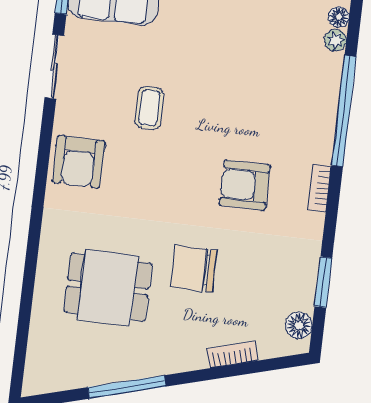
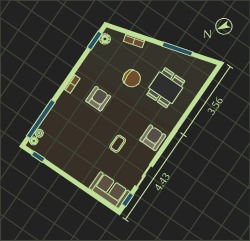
window: (344, 111) -> (41, 119), moved
armchair: (245, 185) -> (98, 99), turned -90
window: (323, 282) -> (95, 40), moved
dining table: (108, 288) -> (166, 88), turned 90

